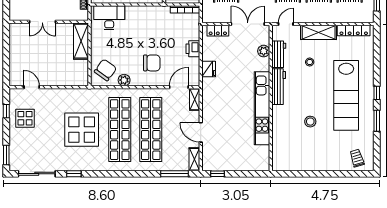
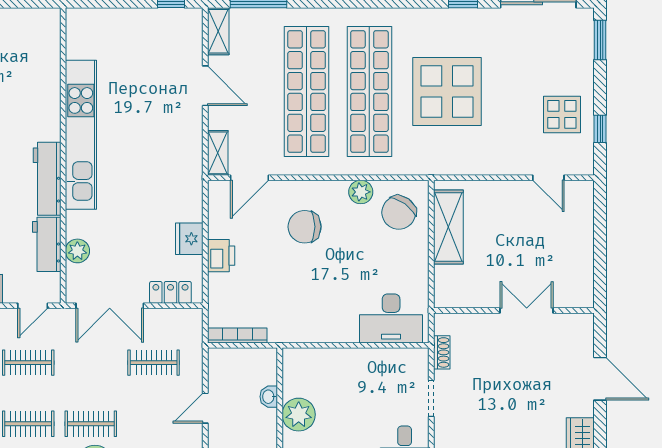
shelving: (81, 41) -> (448, 227), moved
fridge: (209, 69) -> (189, 239), moved

